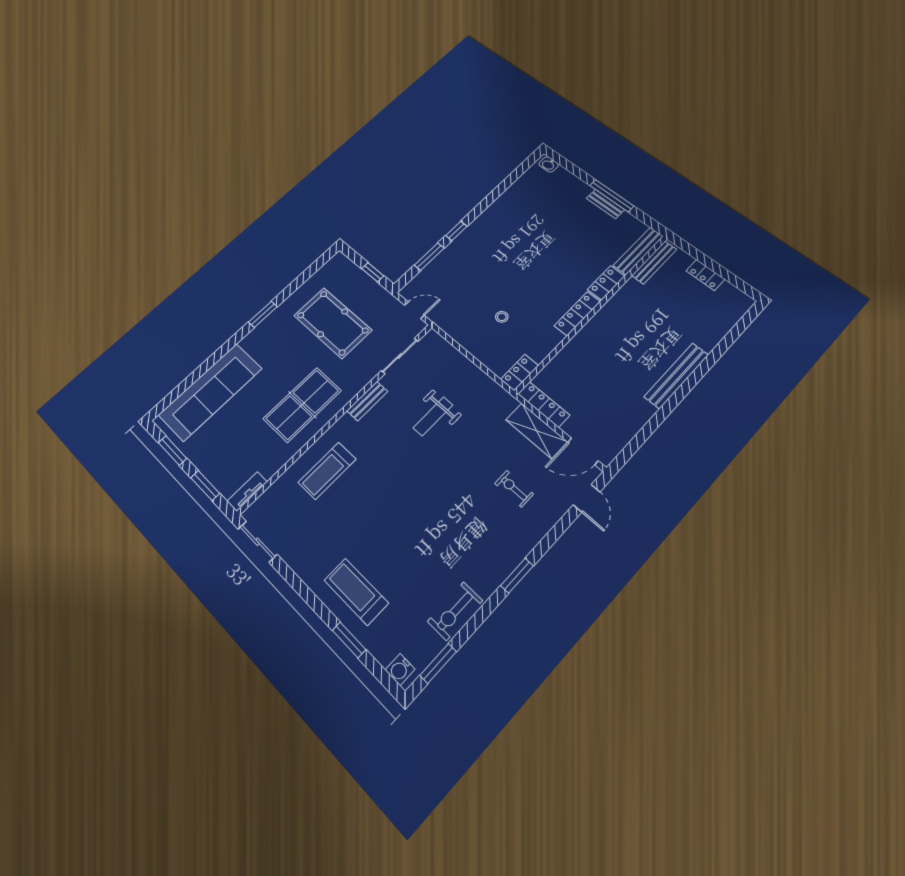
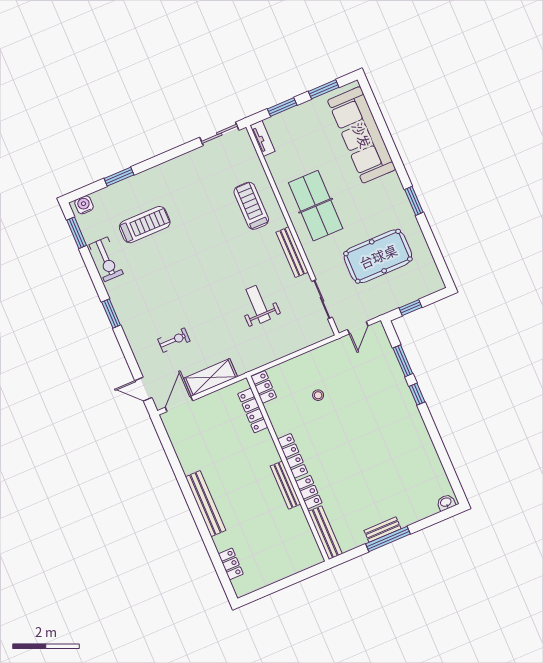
bench: (654, 262) -> (285, 485), moved
locker: (705, 275) -> (231, 564), moved, turned 90
bench: (367, 401) -> (292, 252), width x1.36
locker: (544, 404) -> (253, 410), moved, turned 90
treadmill: (356, 592) -> (145, 225), moved
exercise bike: (455, 611) -> (106, 259), turned 180

